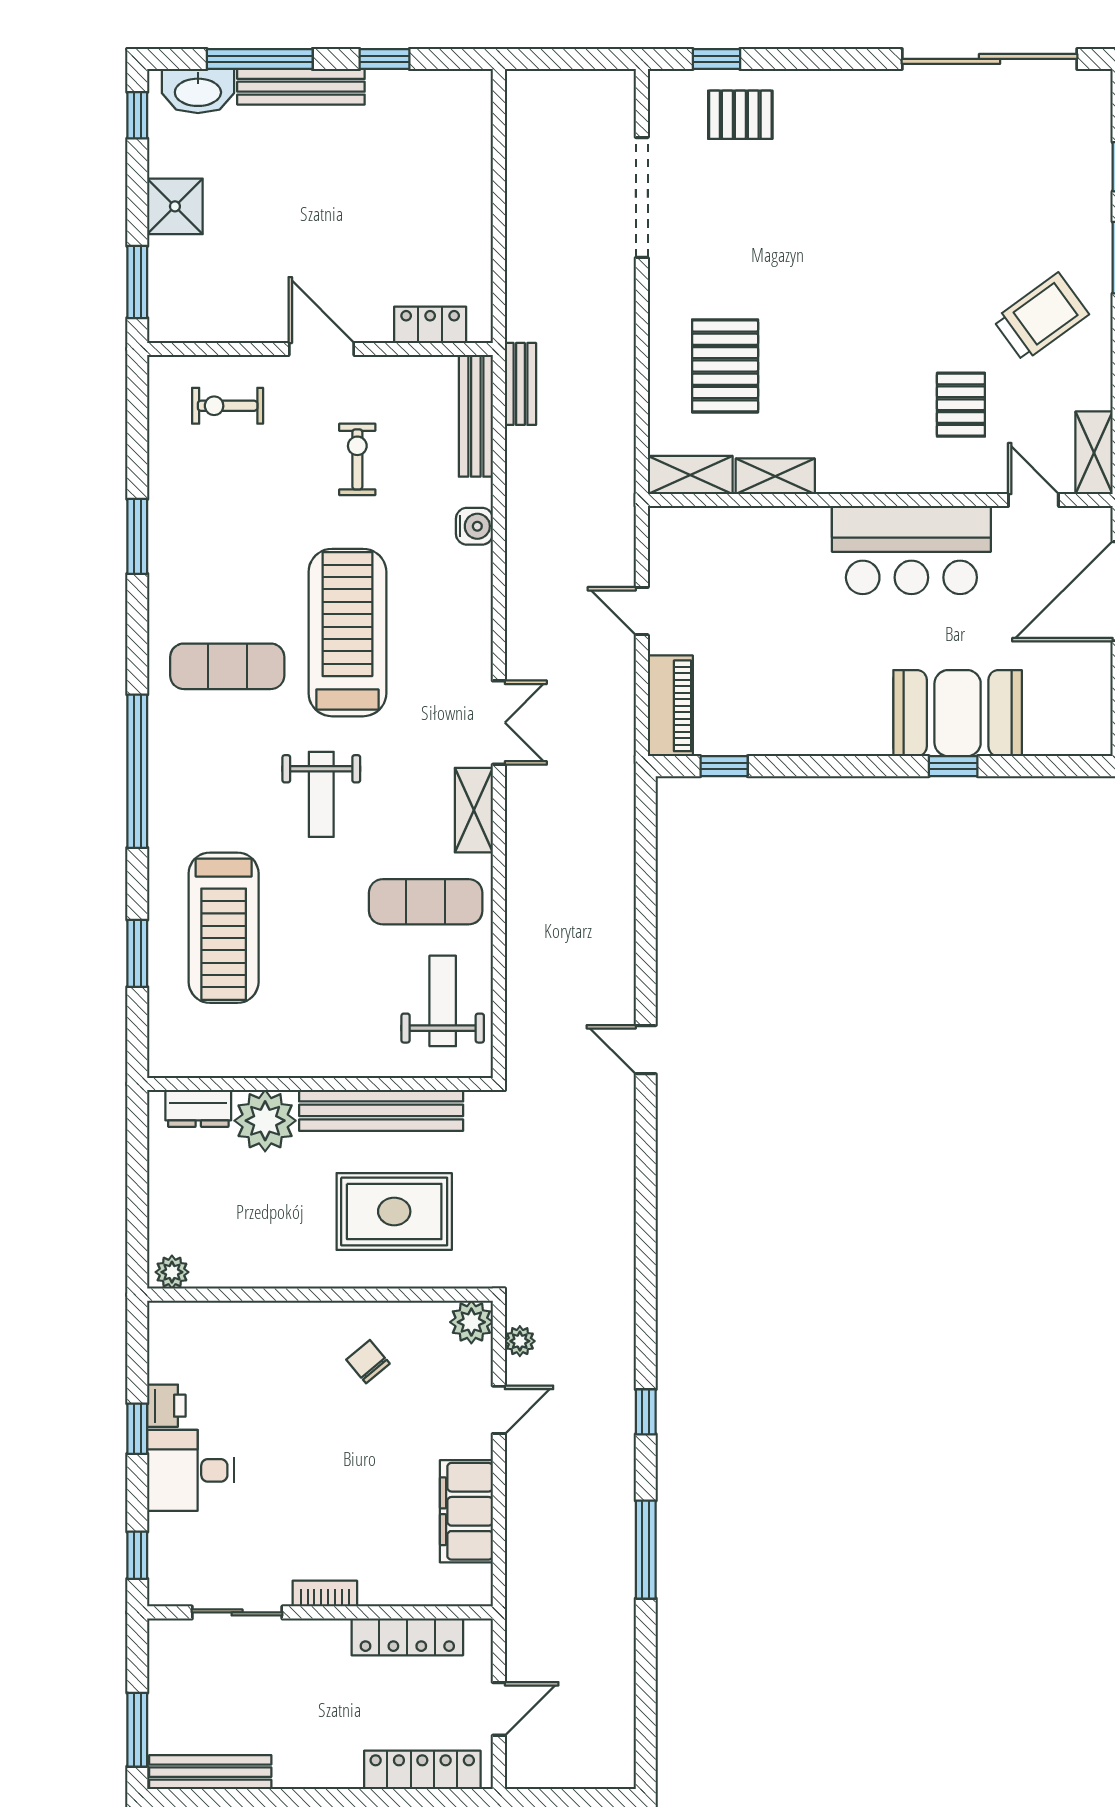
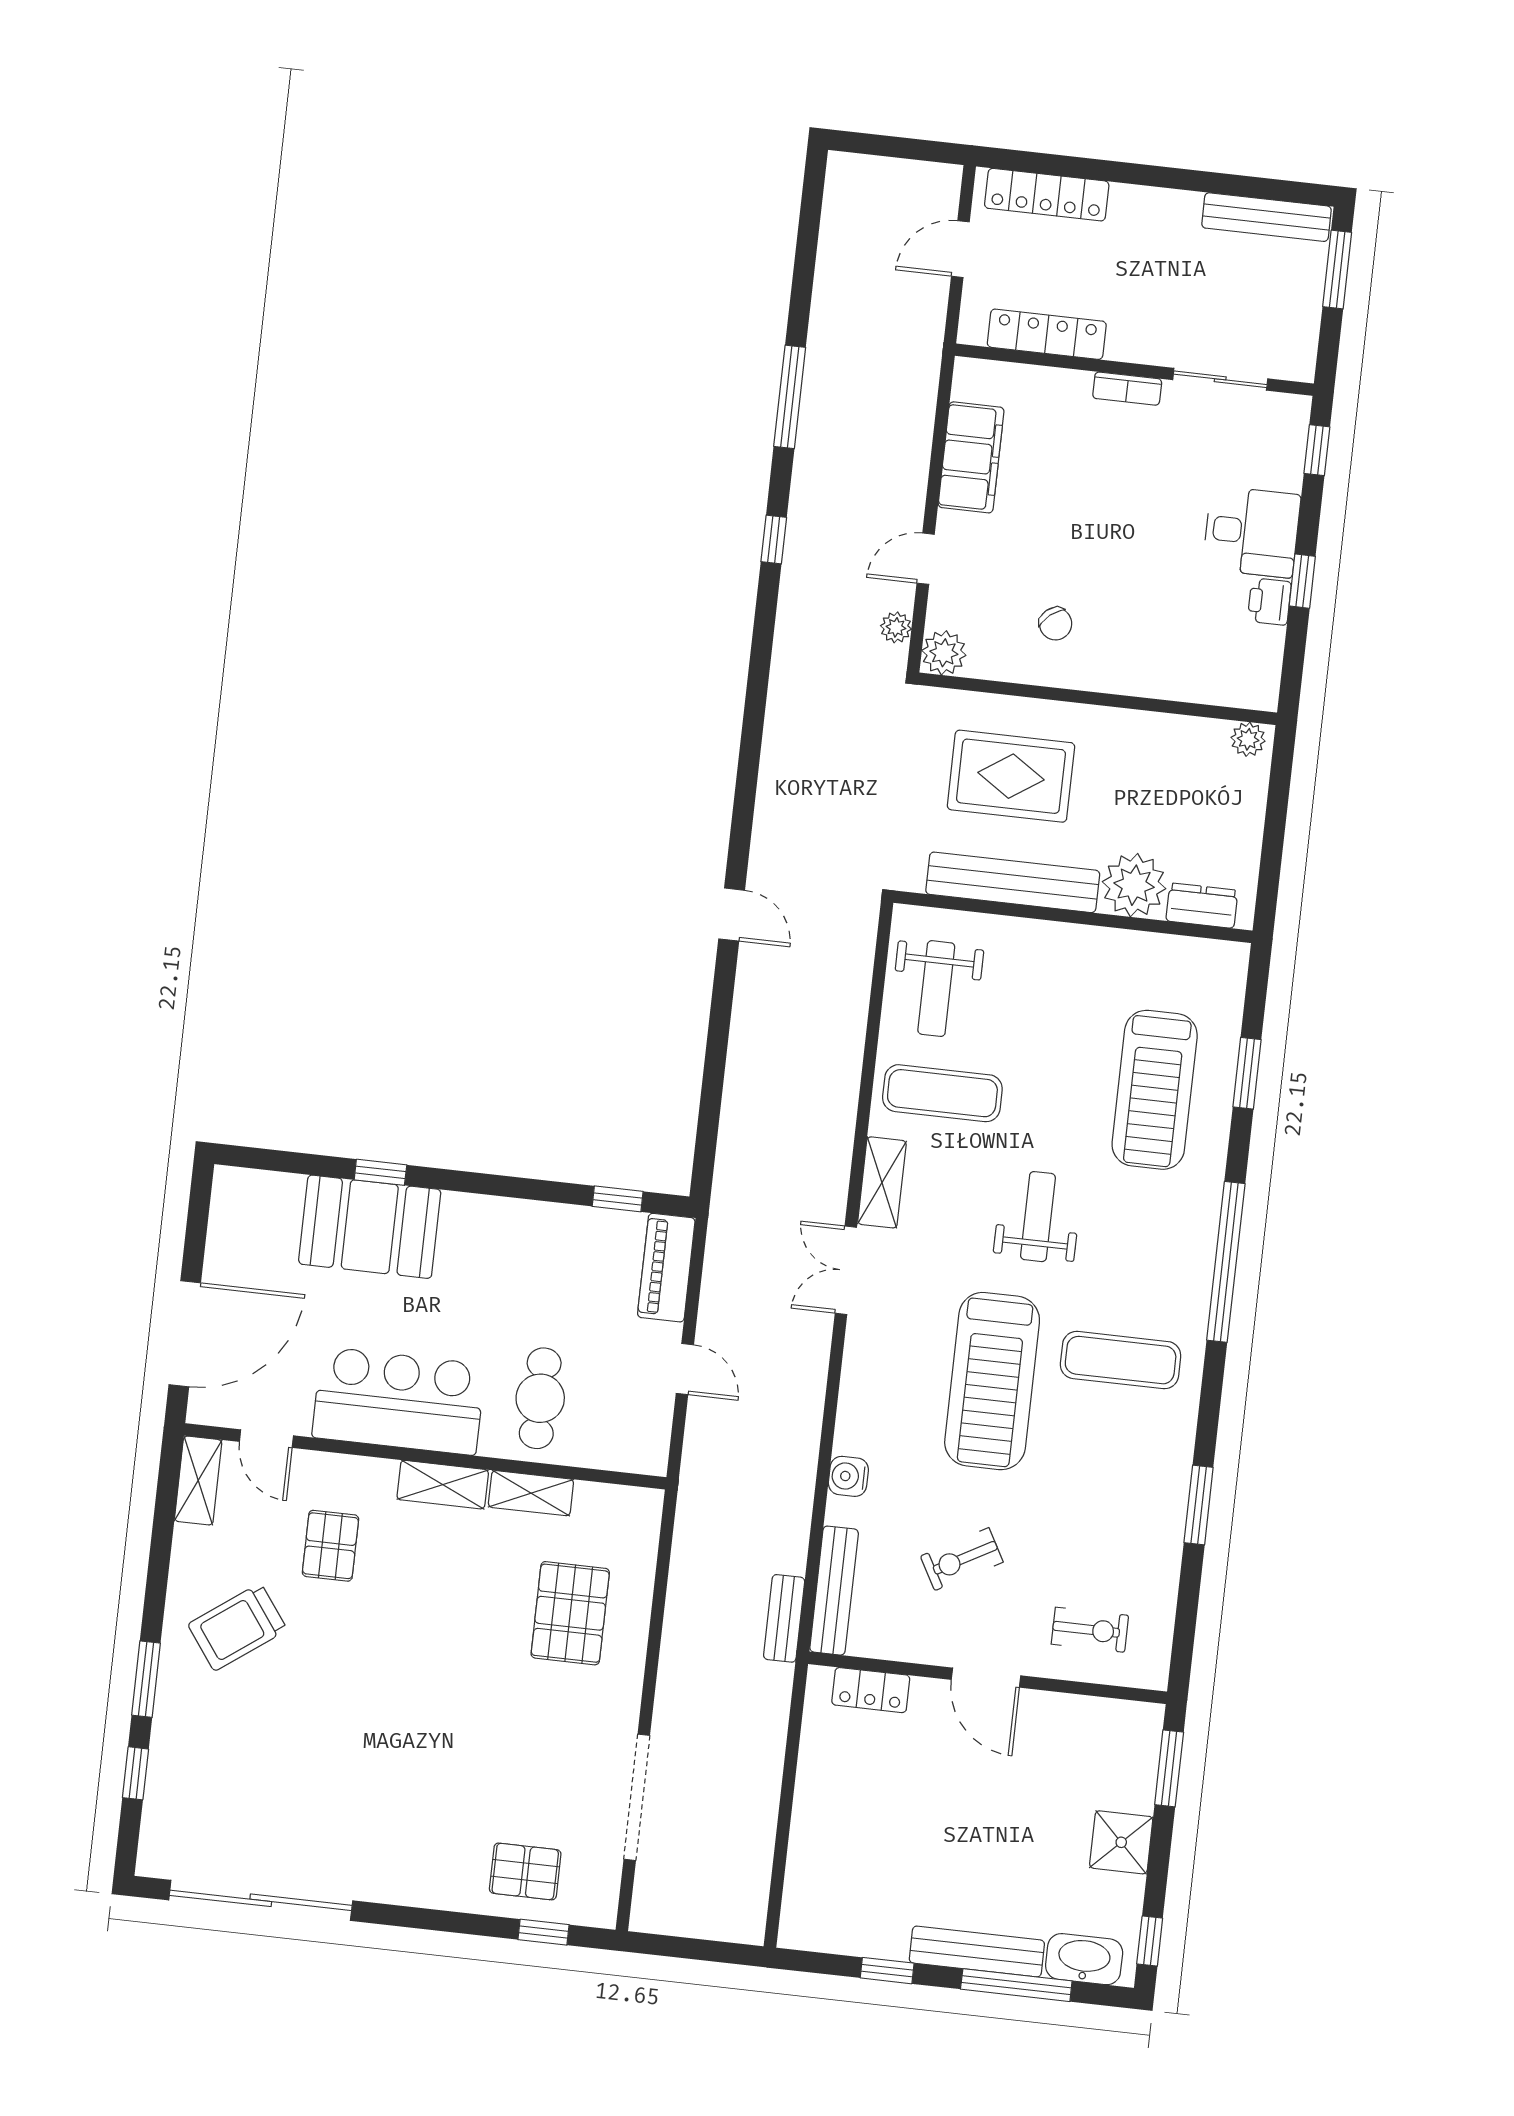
exercise bike: (357, 459) -> (962, 1559), turned 61
shelving: (690, 475) -> (443, 1485), moved
cafe table: (777, 568) -> (540, 1398), added
treadmill: (224, 928) -> (1155, 1090), turned 180

